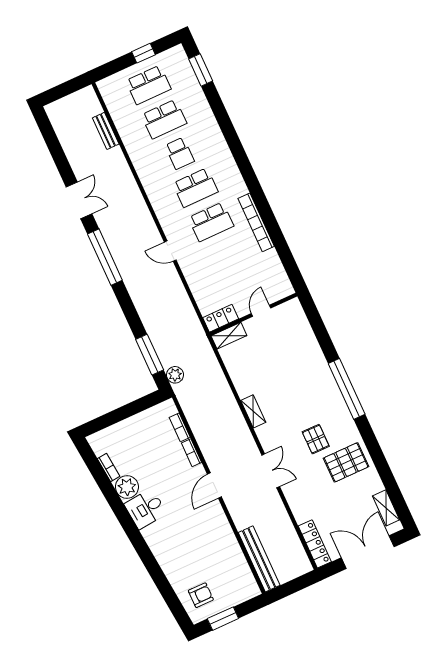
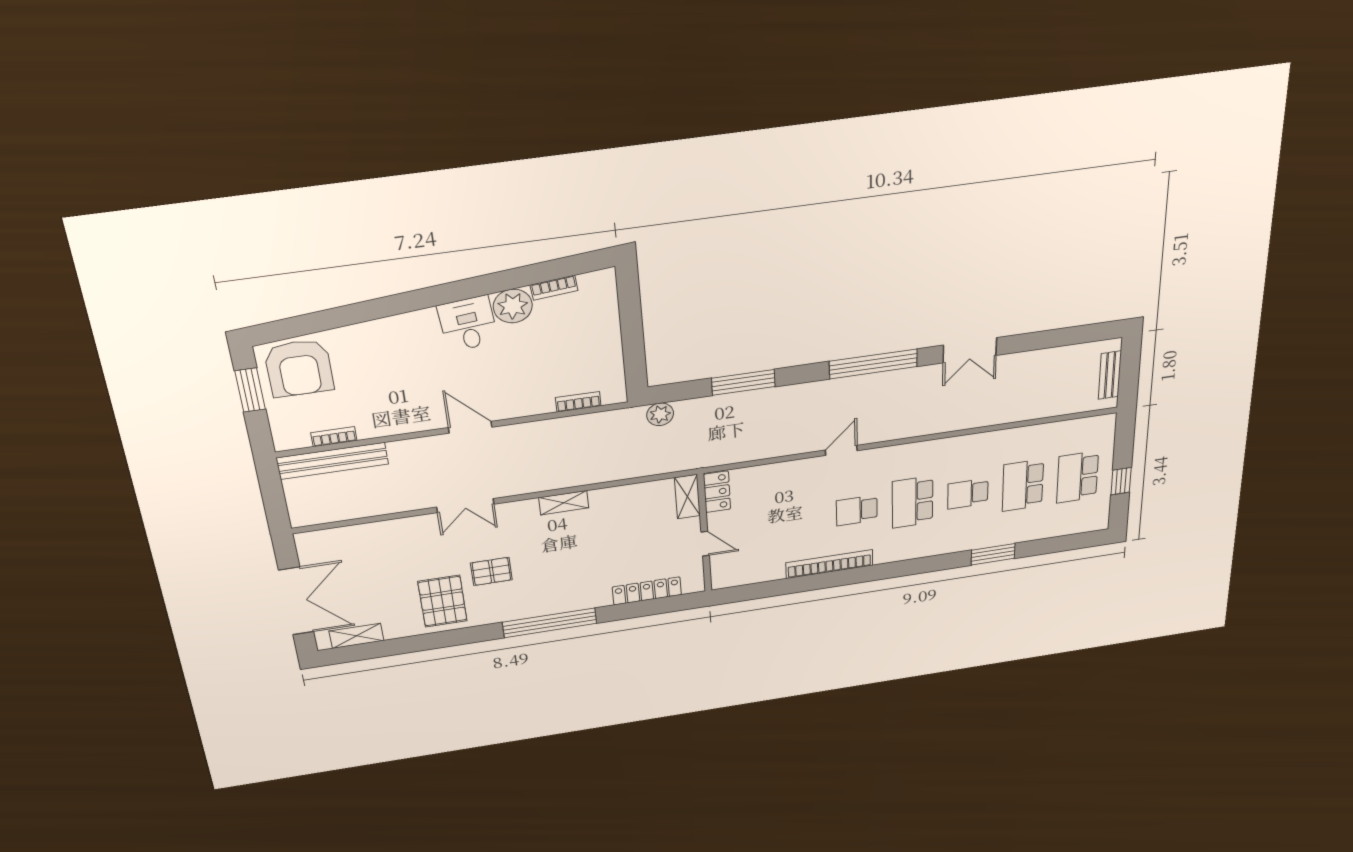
window: (201, 70) -> (993, 554), moved
bench: (106, 131) -> (1110, 375), moved, turned 90
school desk: (211, 222) -> (857, 510), width x0.54
window: (150, 355) -> (743, 382), moved
bookcase: (192, 453) -> (334, 437), moved
locker: (315, 544) -> (647, 591), moved, turned 180
armchair: (201, 595) -> (299, 368), width x1.88, depth x1.88

